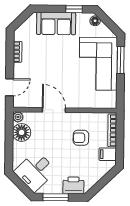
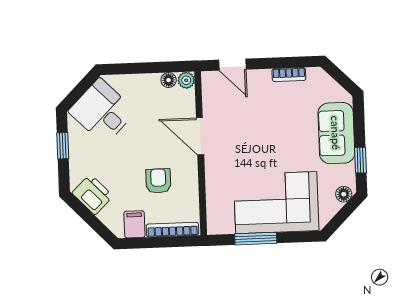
window: (121, 60) -> (256, 239), moved
door: (54, 110) -> (200, 136), swing flipped
floor lamp: (22, 132) -> (169, 80), width x0.53, depth x0.53
printer: (73, 185) -> (92, 195), moved, turned -44
window: (56, 197) -> (63, 146), width x0.67

